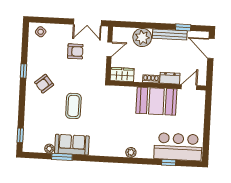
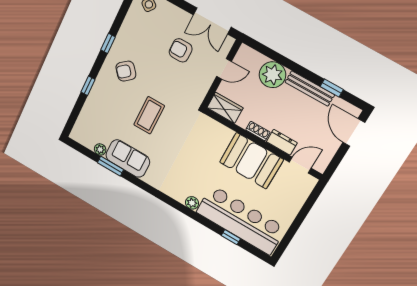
armchair: (75, 51) -> (181, 50), turned 180
window: (20, 135) -> (88, 86), moved
bar counter: (178, 147) -> (241, 220), width x1.36

